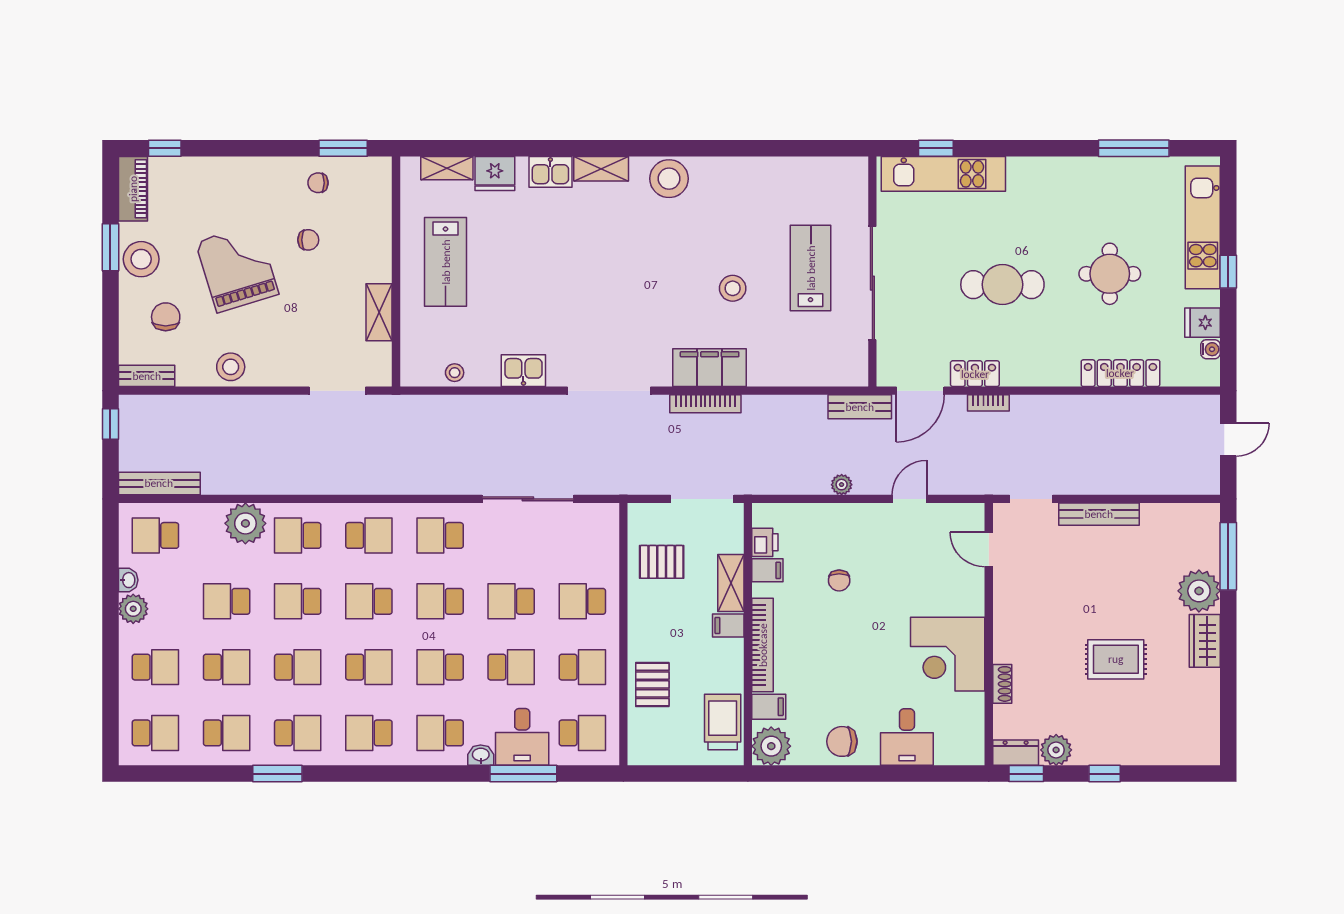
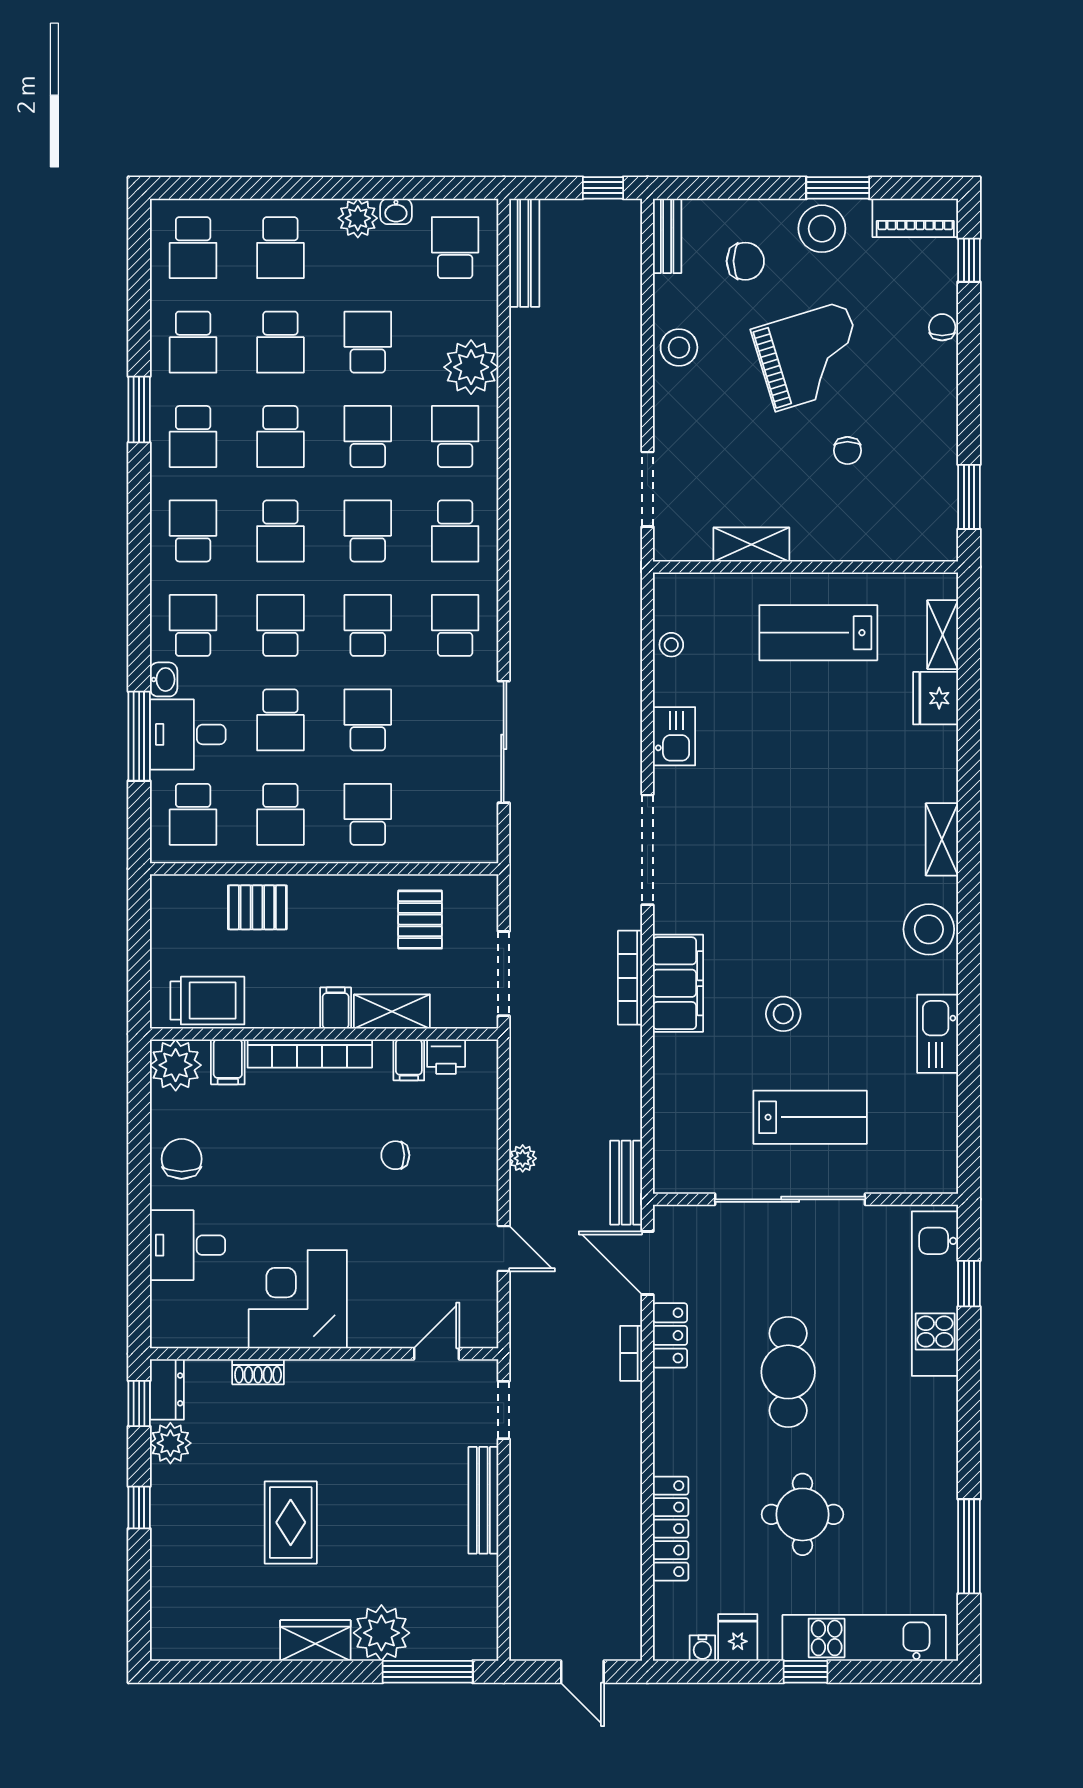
kitchen sink: (550, 172) -> (938, 1034), moved, width x1.38
chair: (318, 183) -> (942, 327), moved

